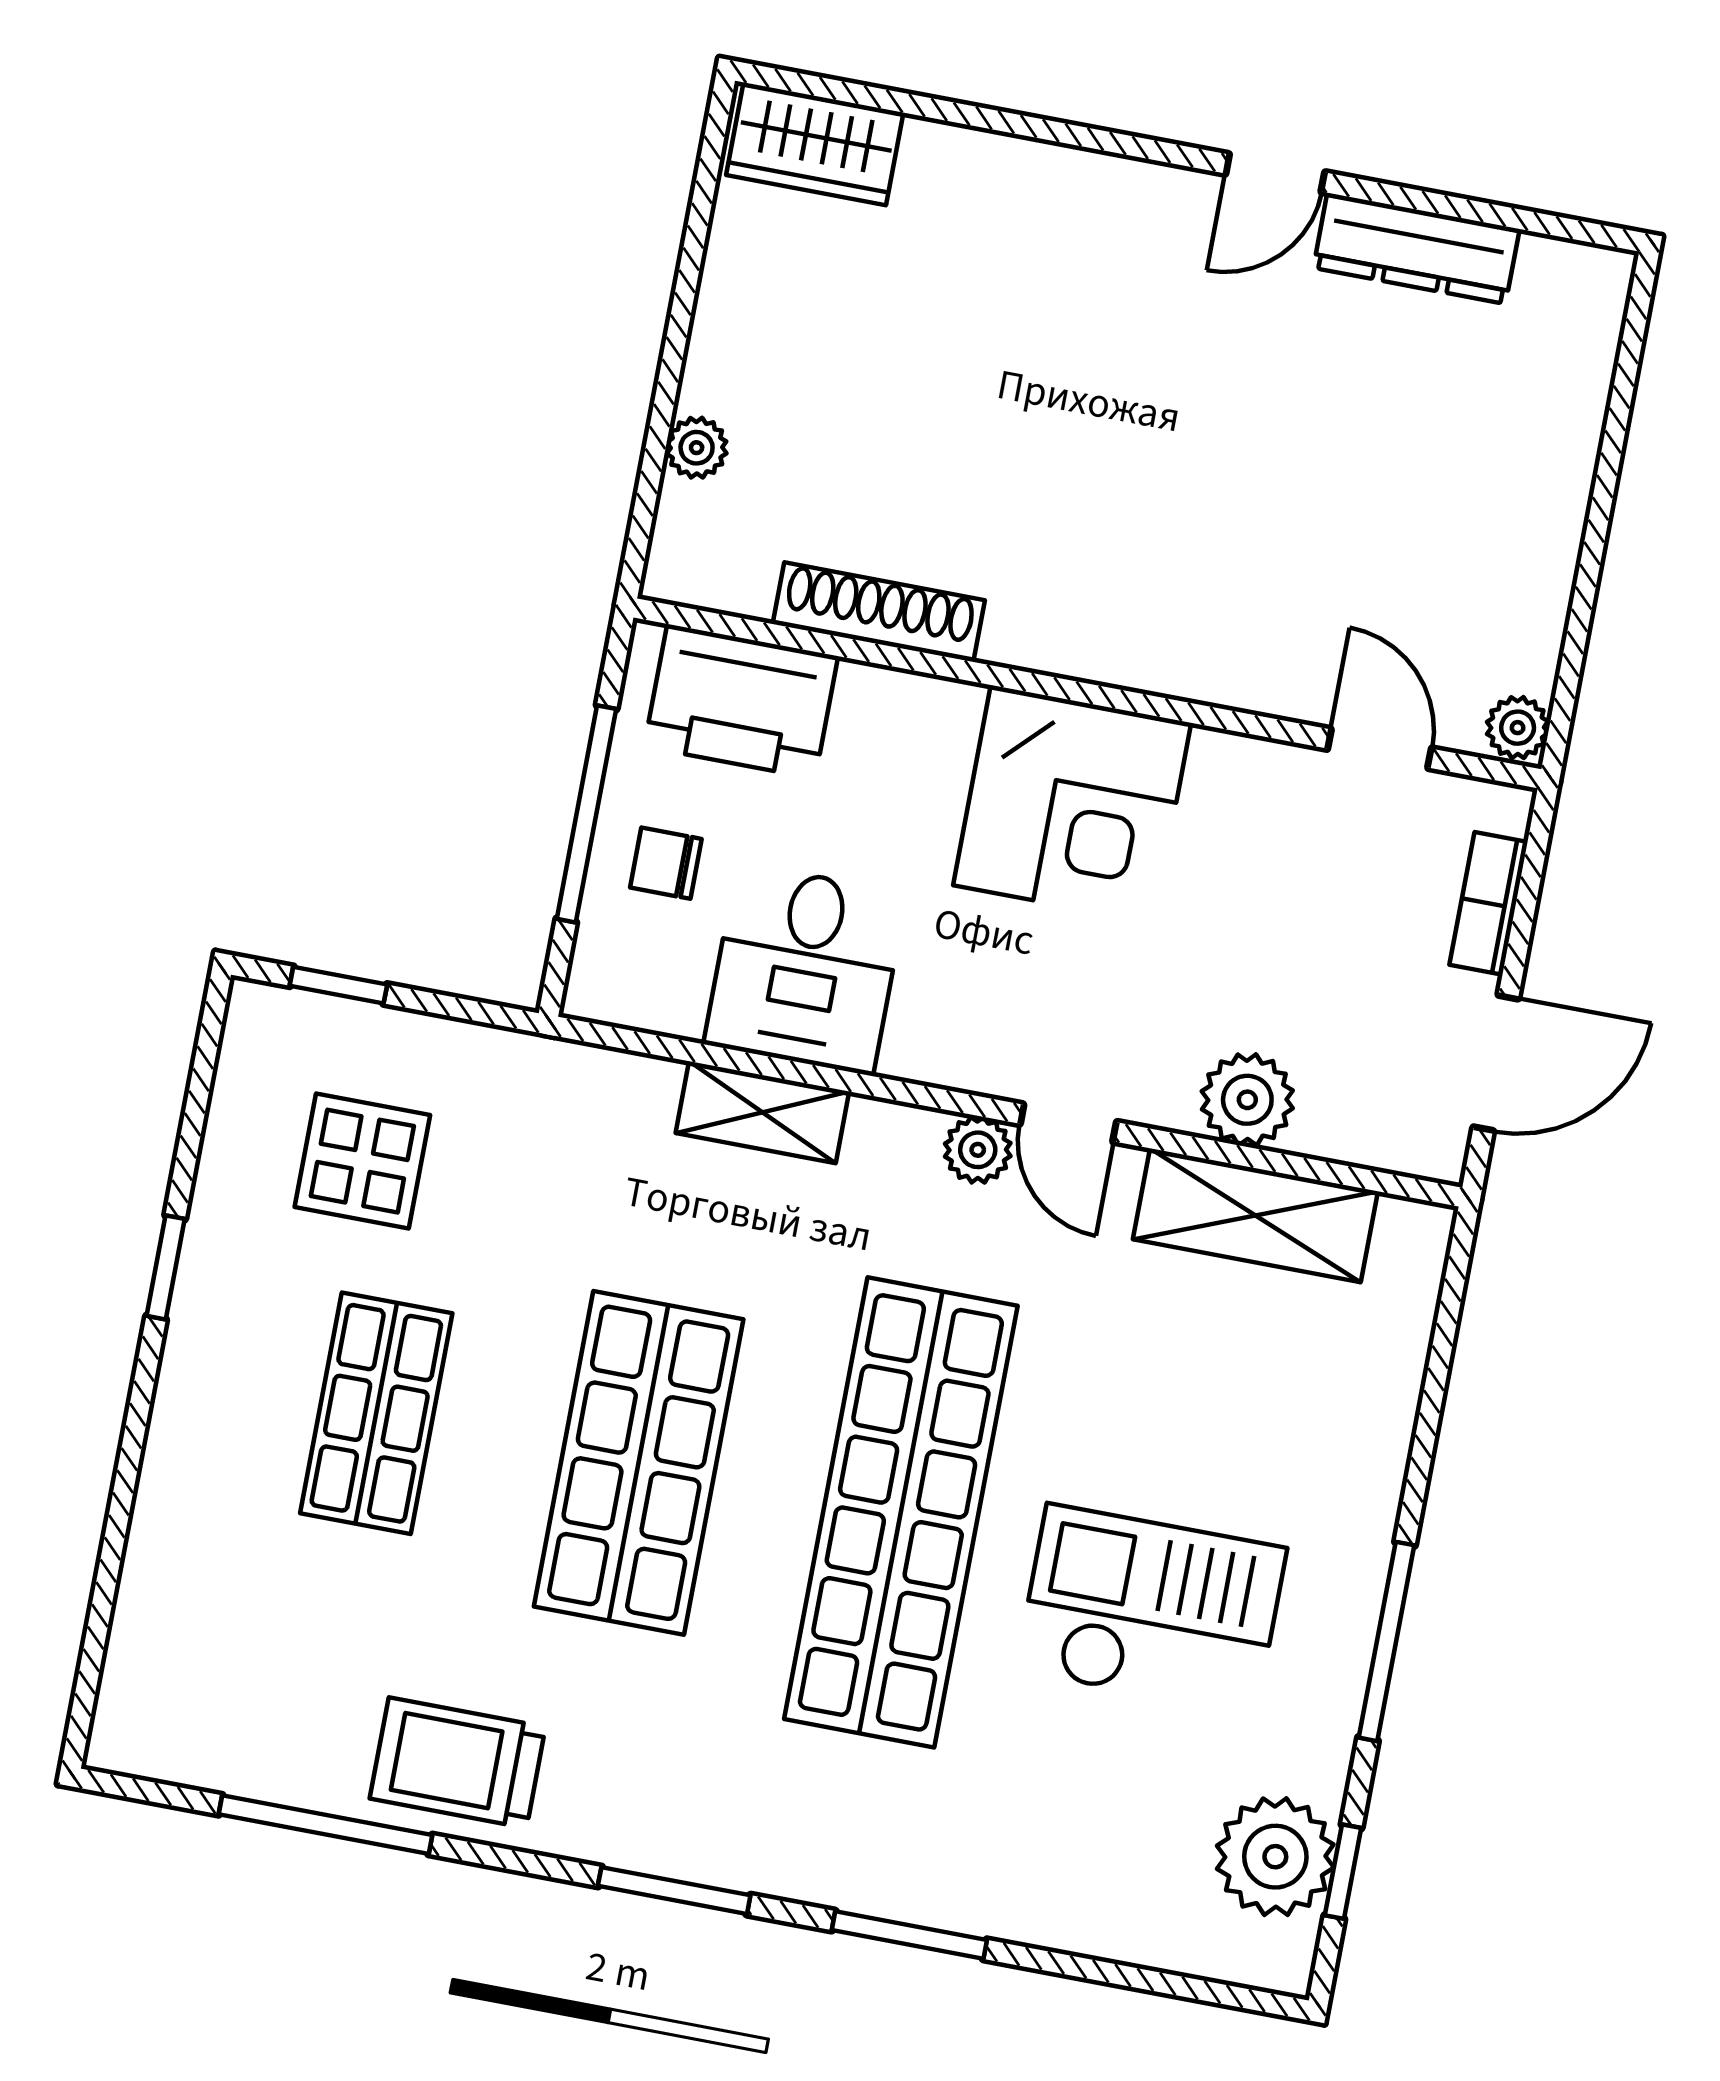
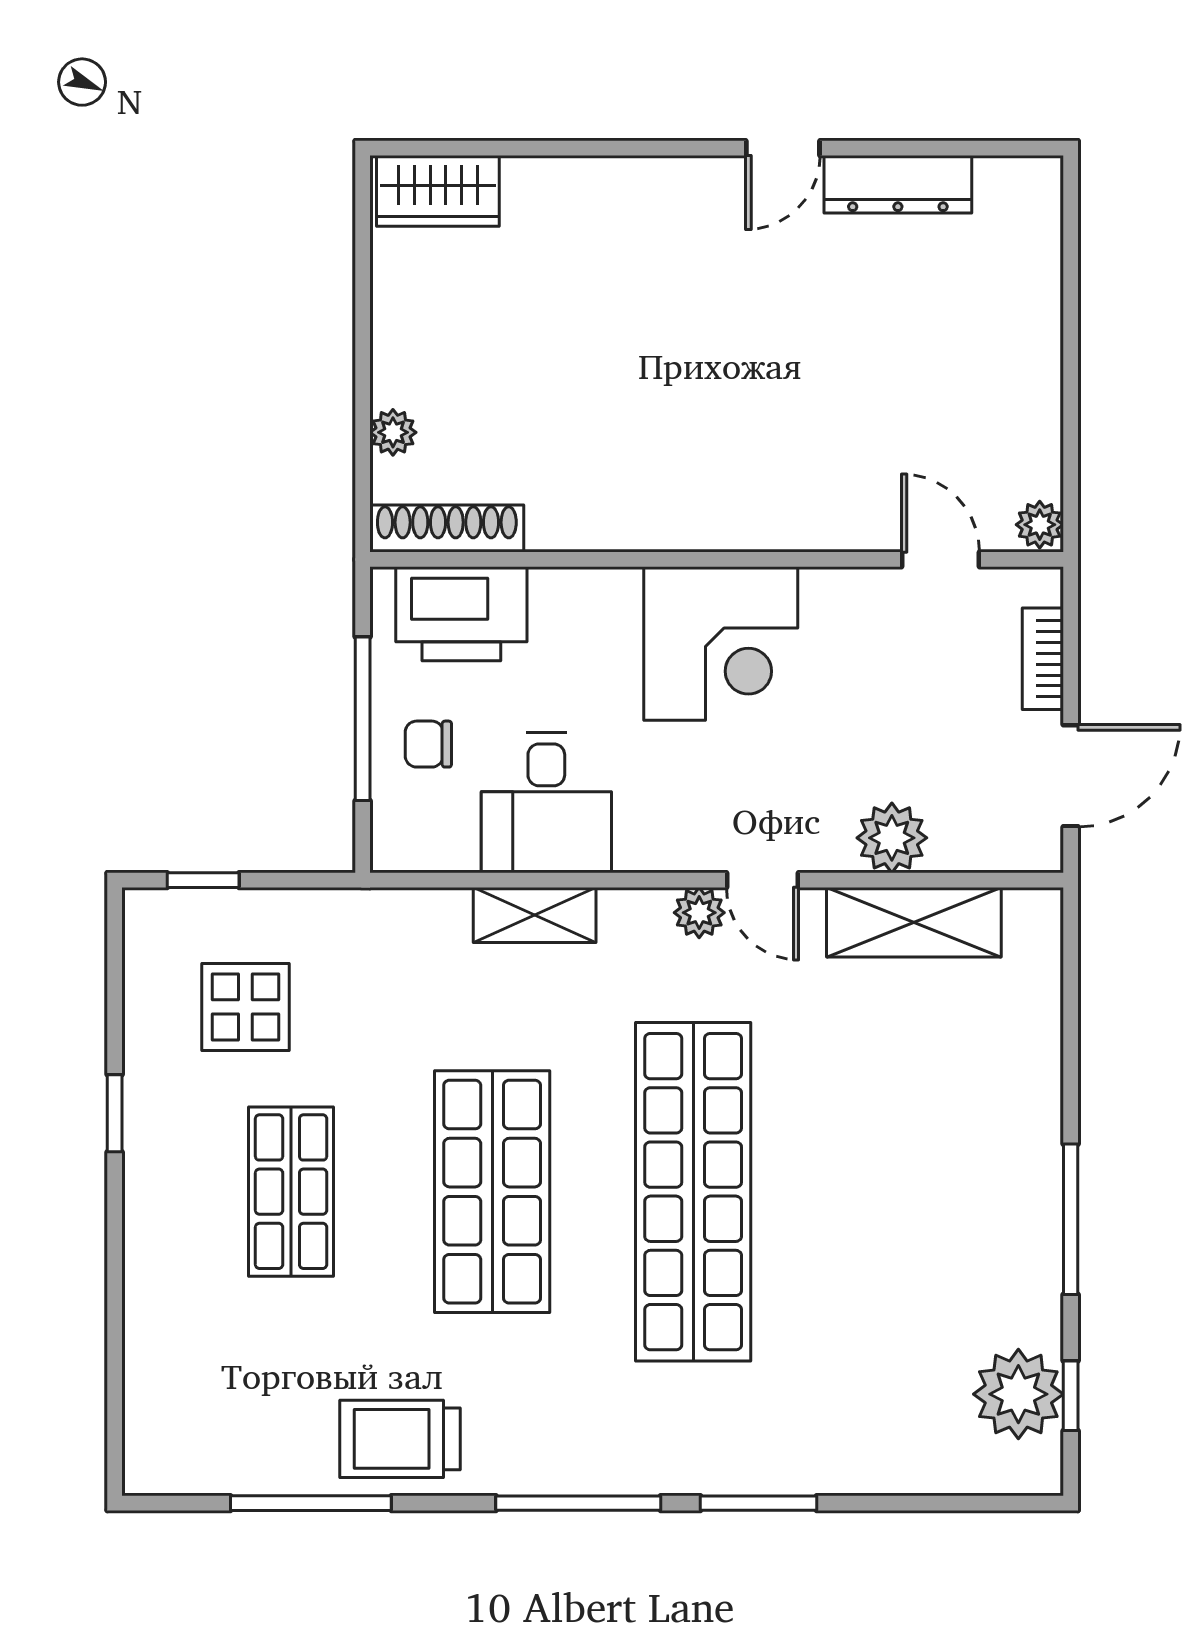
shoe rack: (879, 612) -> (447, 528), moved
checkout: (1151, 1610) -> (892, 1229), removed
window: (674, 1891) -> (578, 1503), width x1.44

